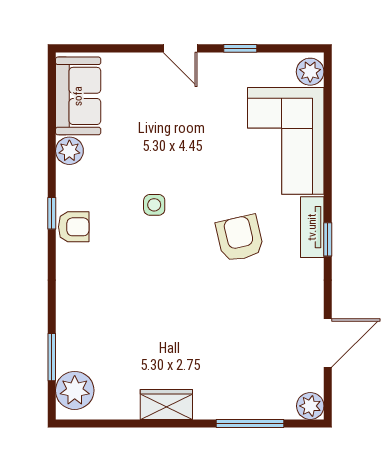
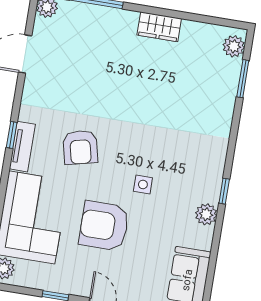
plant: (69, 151) -> (206, 214), moved
armchair: (74, 227) -> (104, 226), moved, width x1.88, depth x1.88
plant: (75, 390) -> (234, 46), width x0.73, depth x0.73

